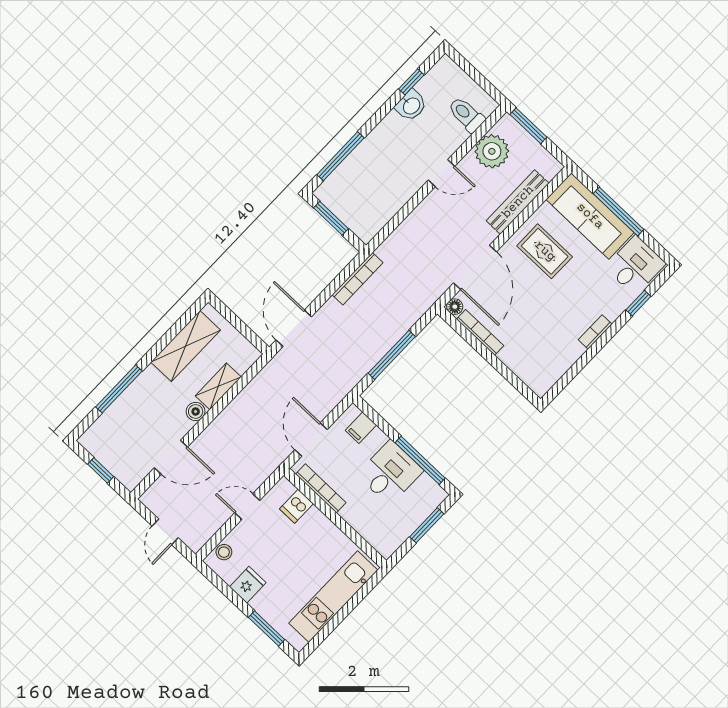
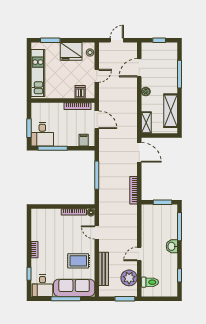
washbasin: (411, 106) -> (172, 246), moved
door: (475, 267) -> (97, 233), width x0.53
shelving: (218, 386) -> (146, 123), moved
desk: (390, 473) -> (42, 134), moved
door: (165, 532) -> (117, 40), hinge flipped
fridge: (248, 585) -> (71, 51), width x1.88, depth x1.34

